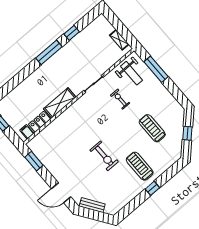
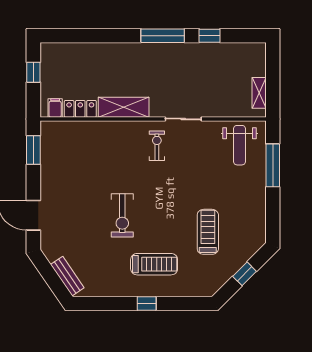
exercise bike: (120, 99) -> (157, 146), moved
treadmill: (140, 166) -> (154, 264), turned 90
bench: (92, 205) -> (67, 276), moved

